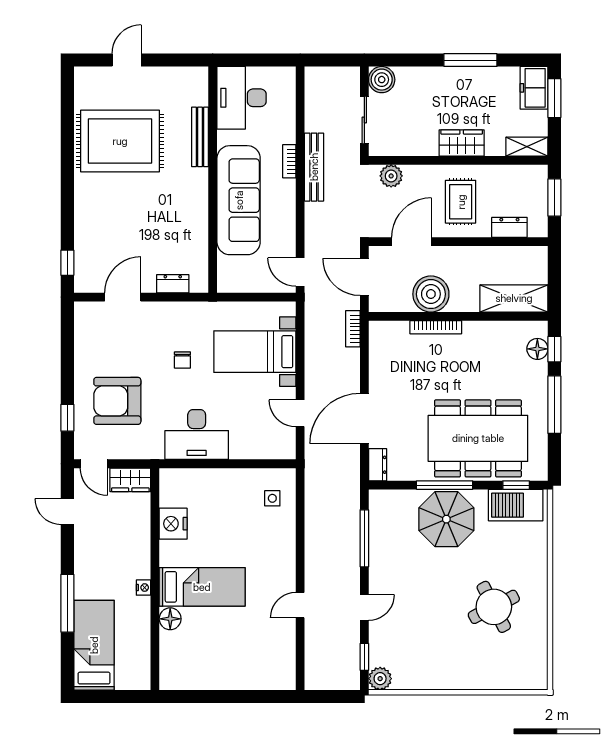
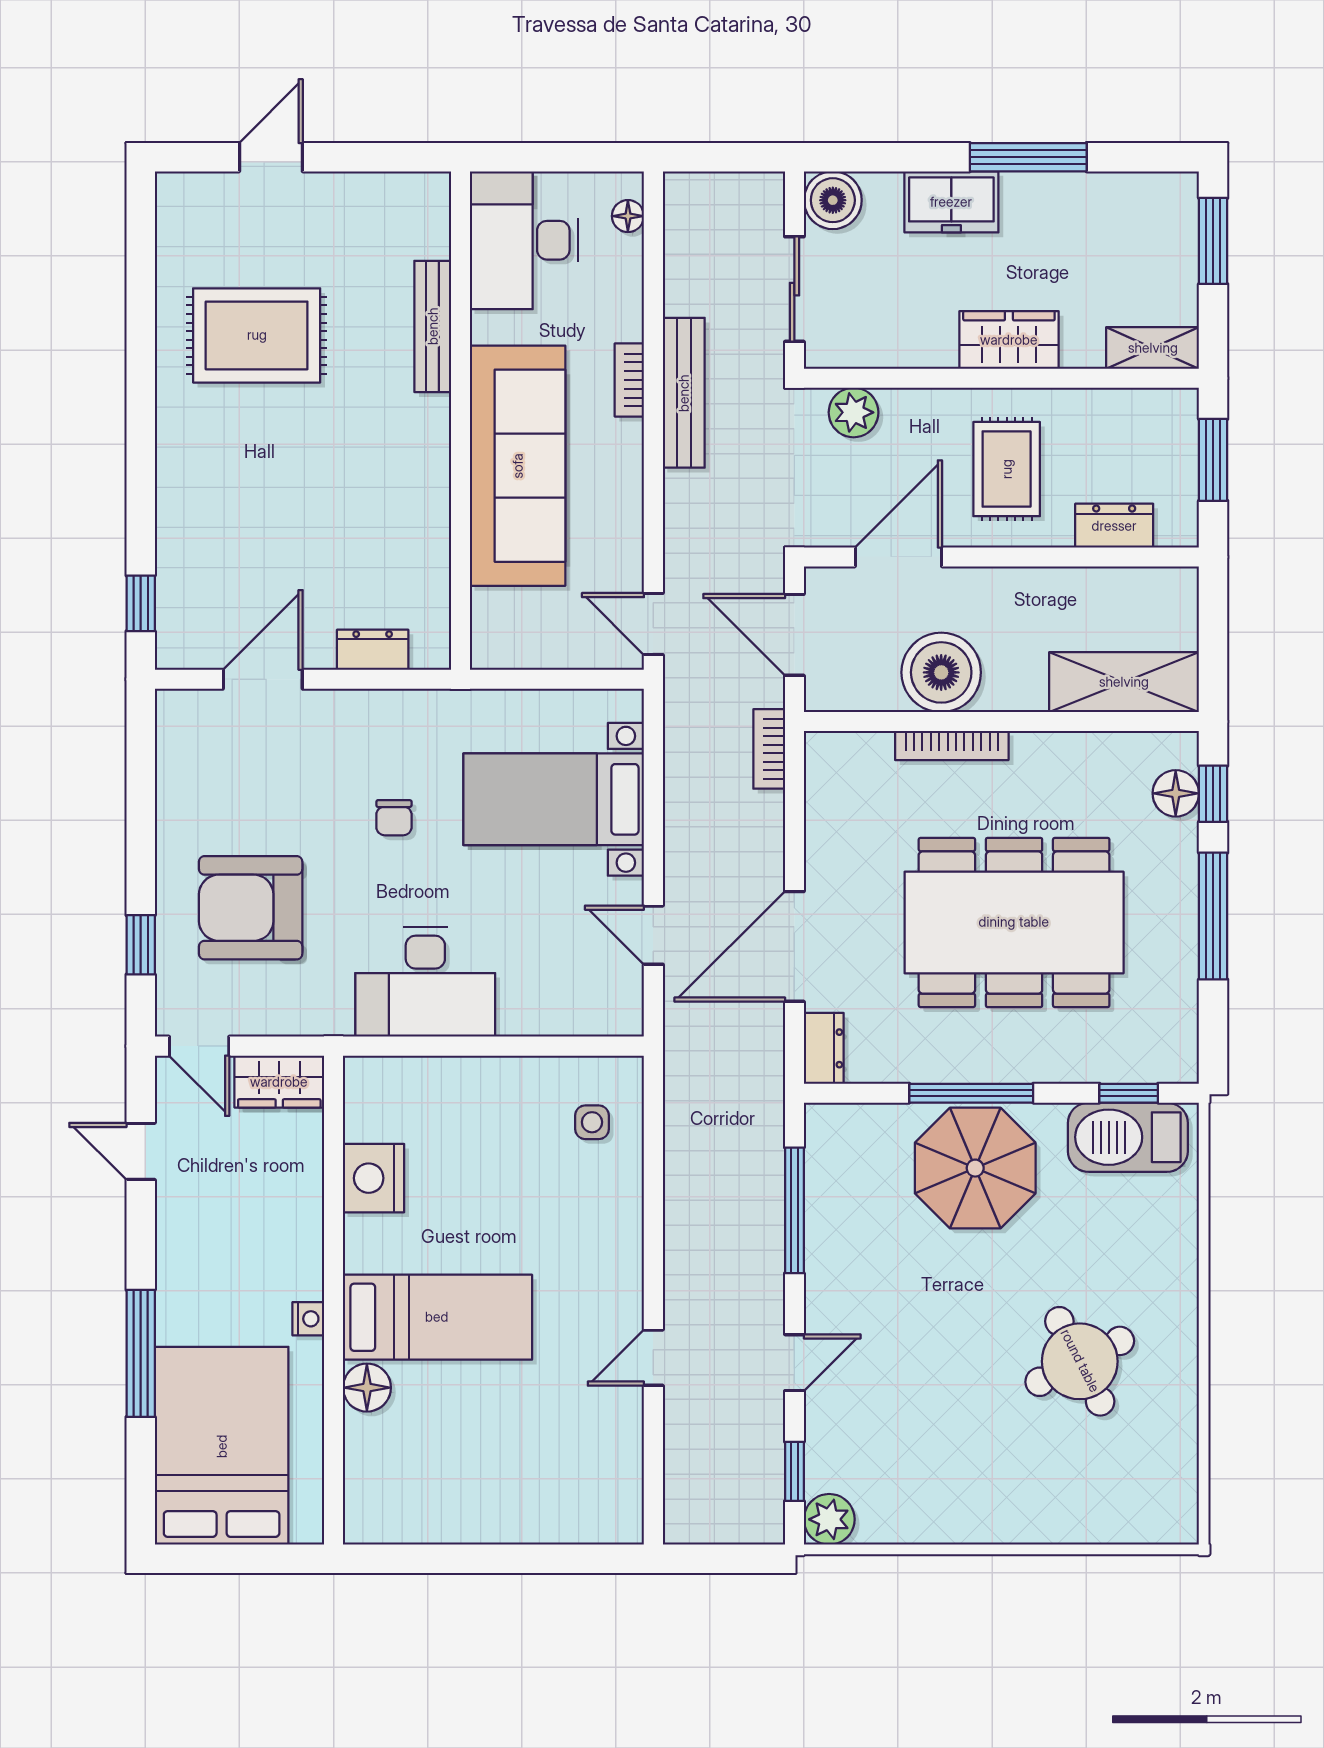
floor lamp: (289, 87) -> (628, 216), added
freezer: (534, 88) -> (951, 202), moved, turned -90
rug: (120, 141) -> (257, 335), width x0.73, depth x0.69
dining table: (478, 438) -> (1014, 922), moved
bed: (94, 645) -> (222, 1446), width x1.50

